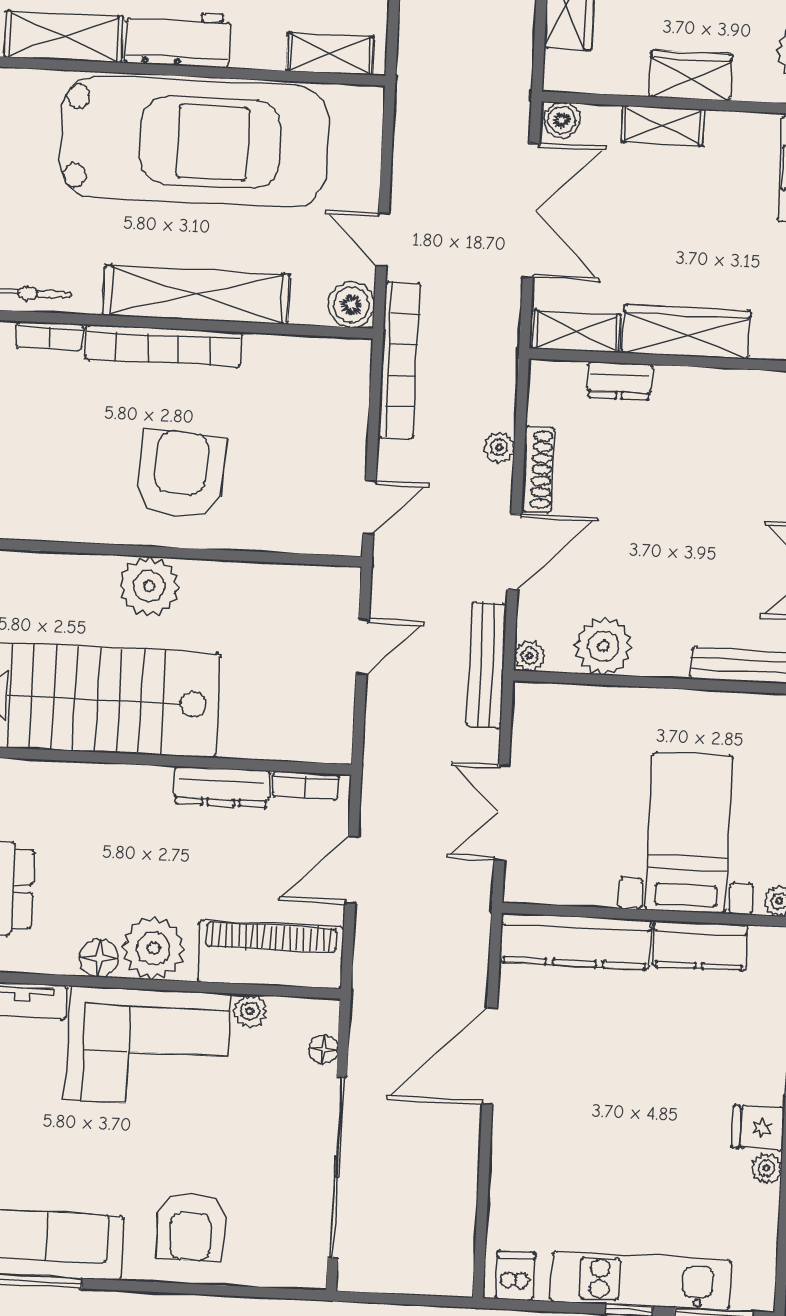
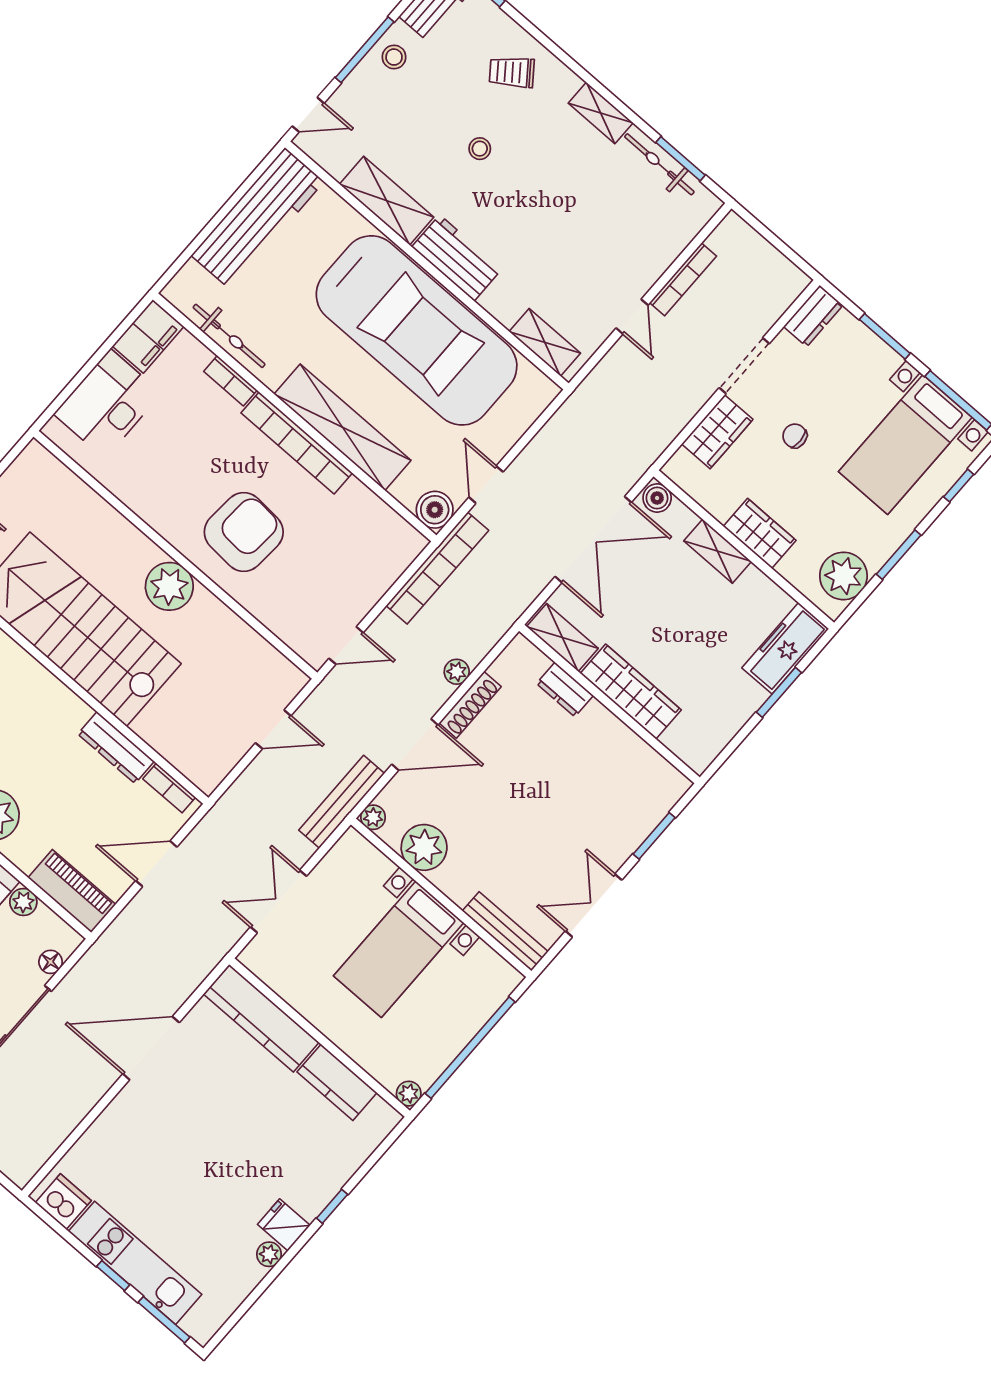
bed with nightstands: (689, 833) -> (399, 949), moved, turned 180
piano: (271, 954) -> (72, 891), width x0.73, depth x0.75
dishwasher: (515, 1276) -> (63, 1202), width x1.38

